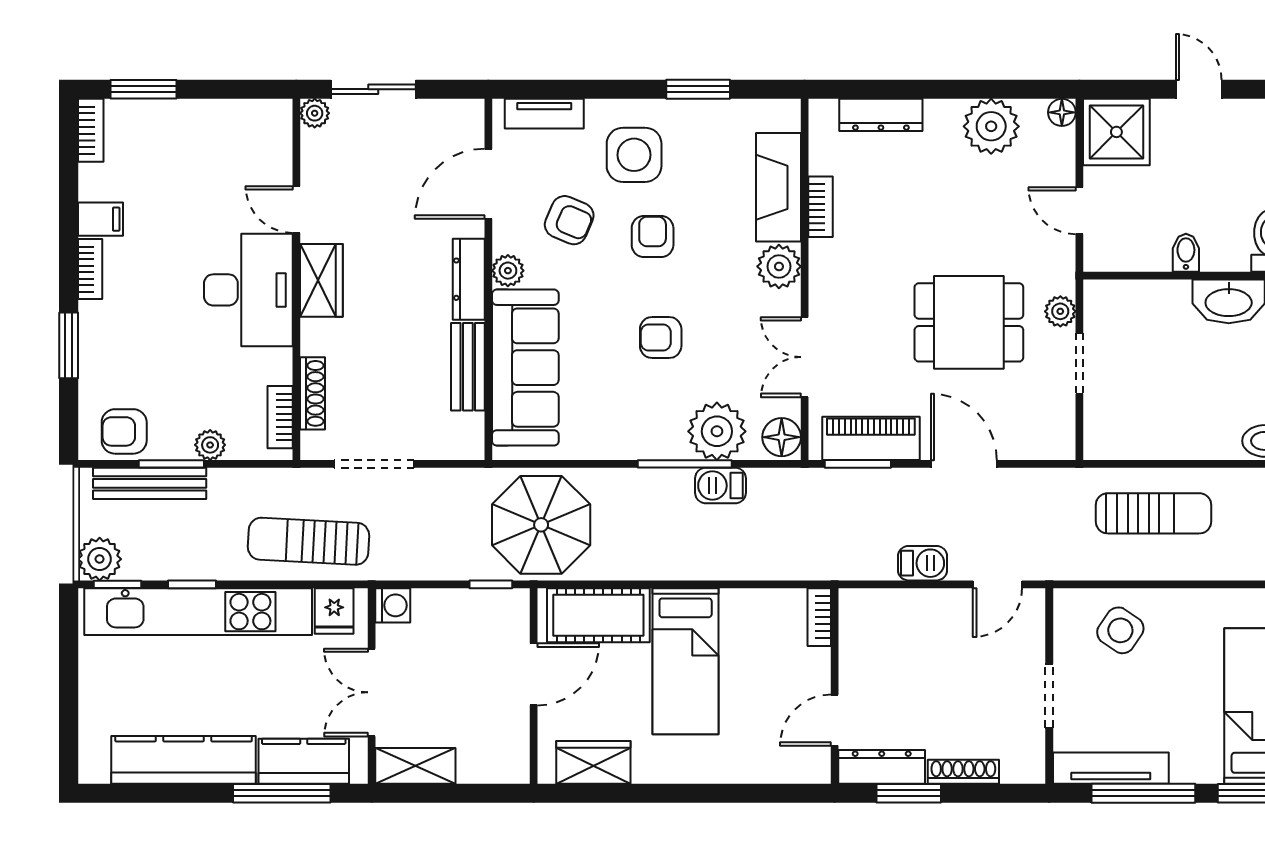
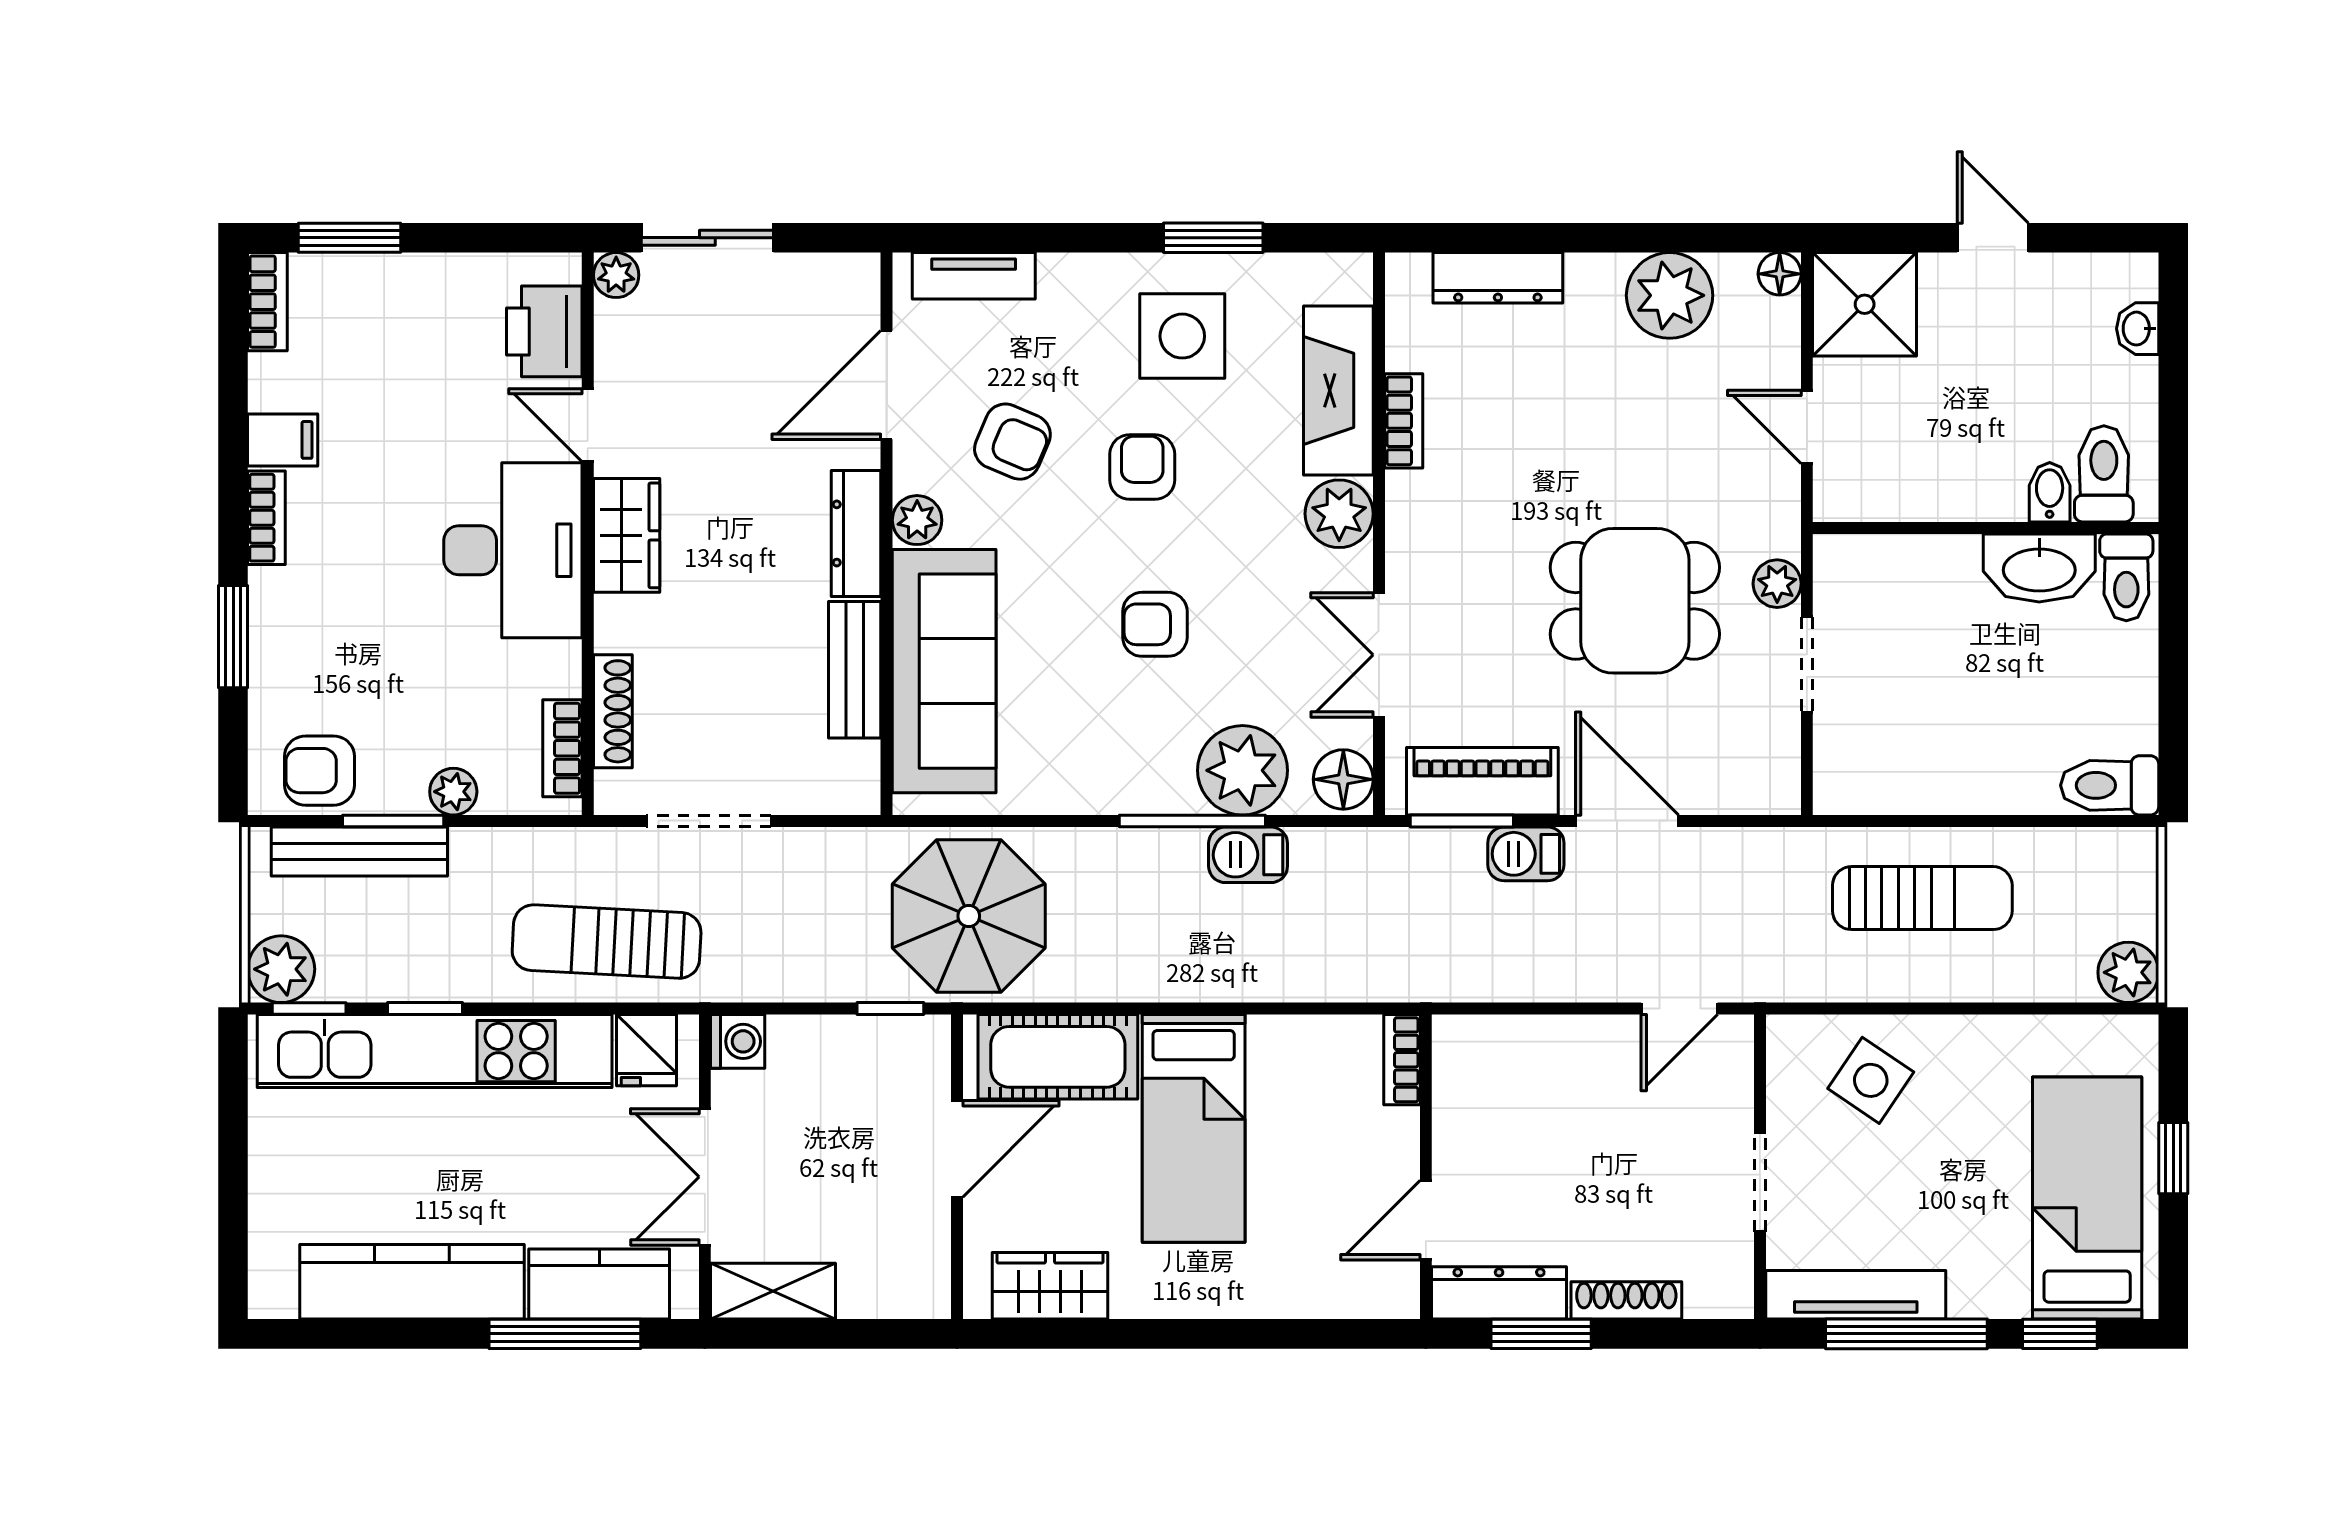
printer: (268, 149) -> (544, 331), added
side table: (634, 155) -> (1182, 336), moved
bidet: (1186, 253) -> (2050, 492), moved
barbecue: (923, 563) -> (1526, 854), moved, turned 180

